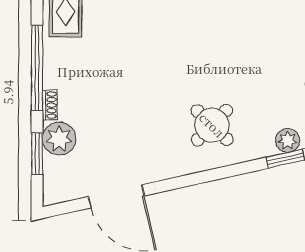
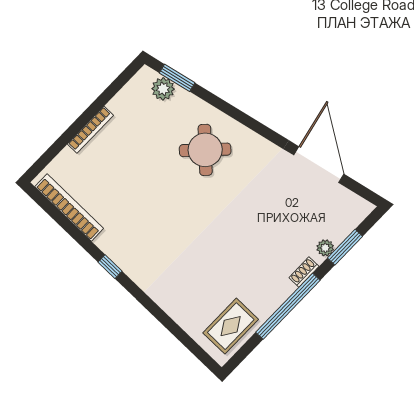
plant: (59, 139) -> (325, 248), width x0.53, depth x0.53

